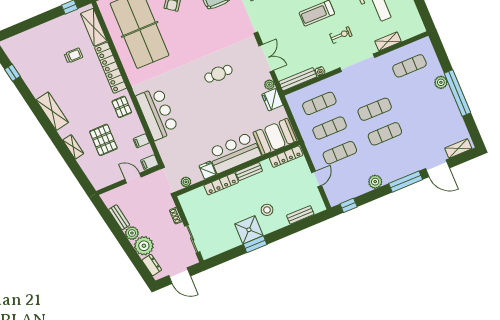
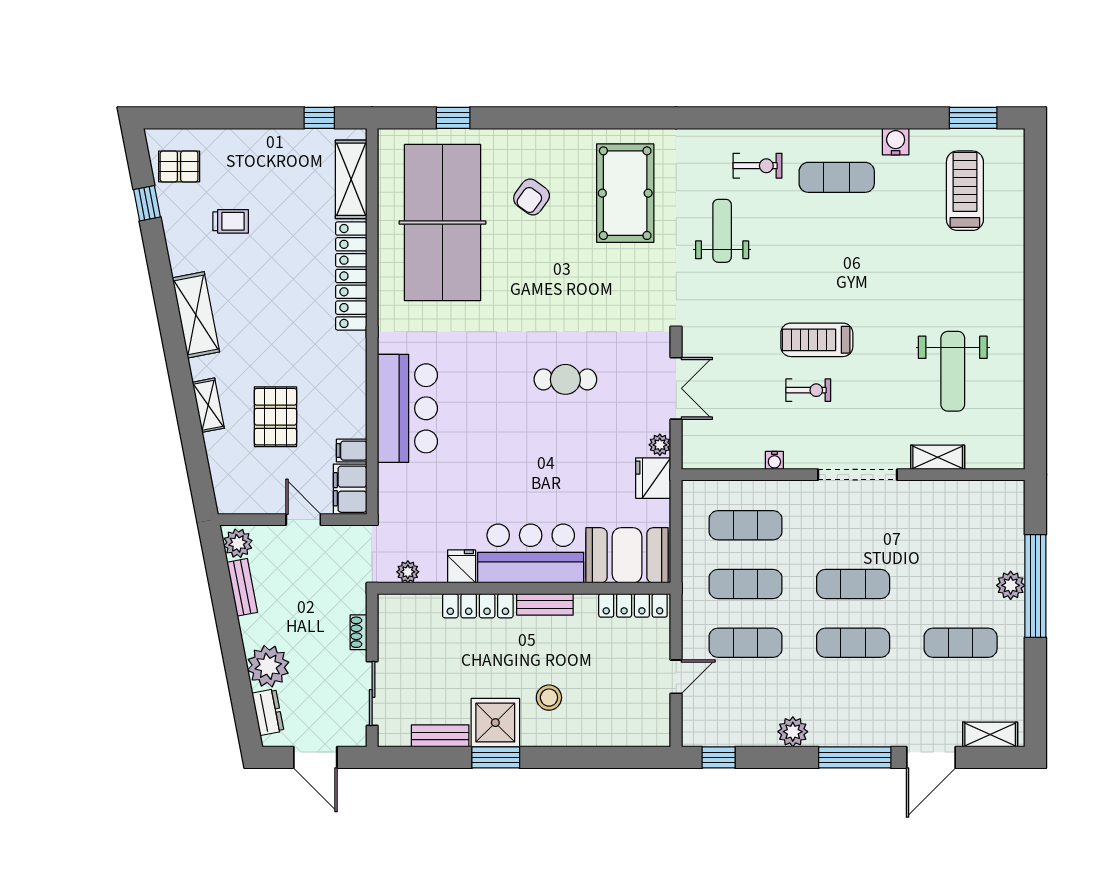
exercise bike: (341, 35) -> (808, 390), moved
trolley: (73, 55) -> (231, 221), moved
exercise mat: (409, 66) -> (961, 643), moved
bench: (298, 79) -> (722, 458), removed
window: (458, 93) -> (1035, 586), moved
pallet: (122, 107) -> (179, 166), moved, turned 90
filing cabinet: (150, 163) -> (350, 489), width x2.00
door: (438, 168) -> (931, 757), hinge flipped
bench: (300, 215) -> (440, 736), moved
plant: (132, 233) -> (238, 543), moved

